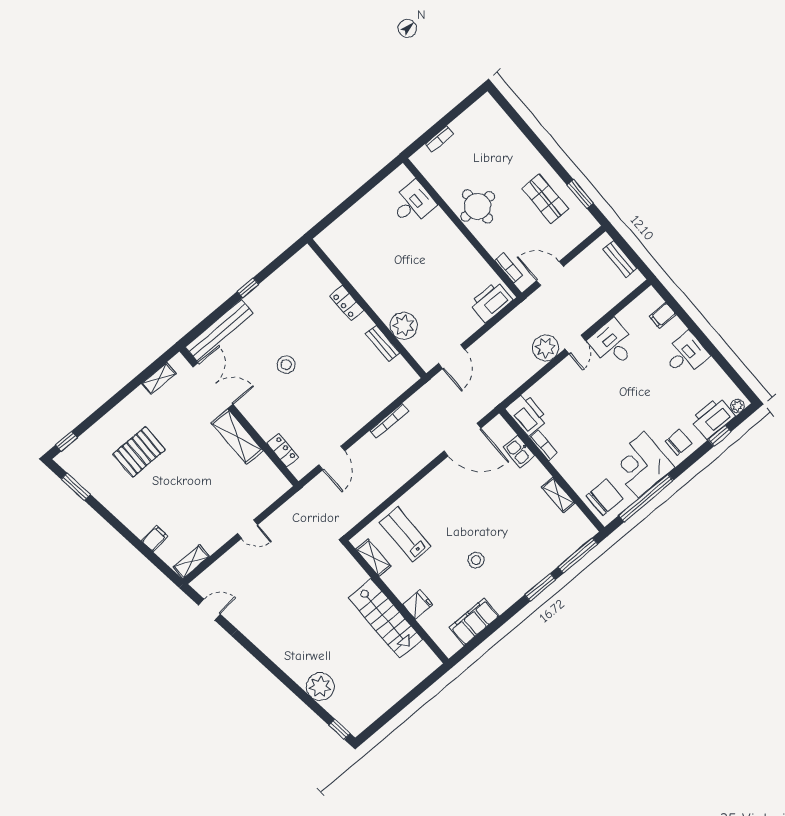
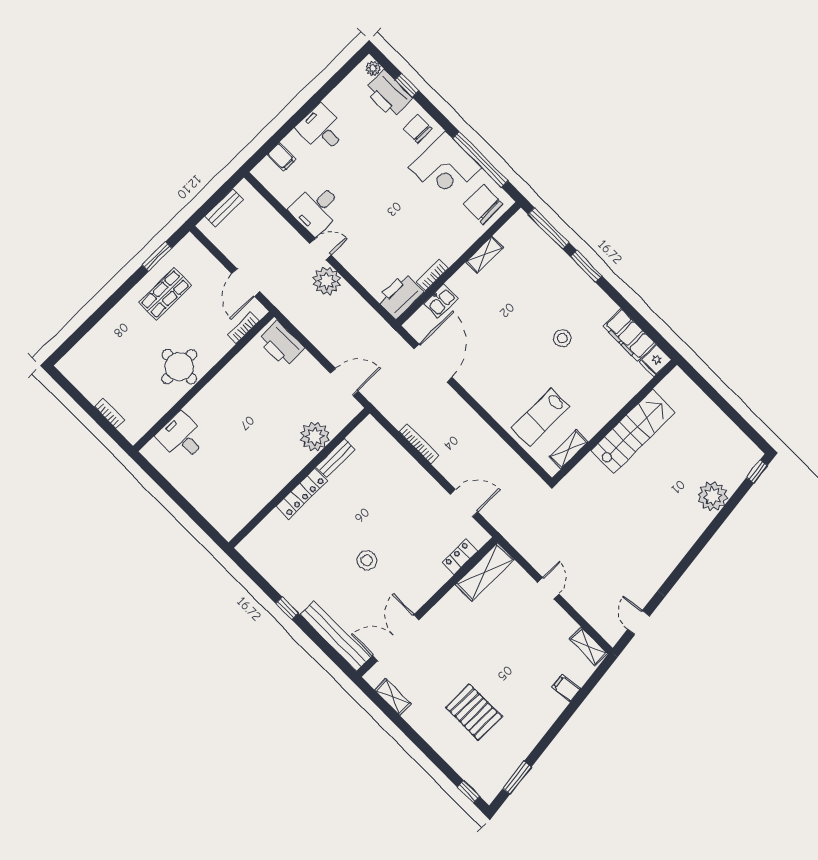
locker: (347, 303) -> (302, 493), width x1.53
shelving: (237, 437) -> (485, 572), moved
fridge: (418, 604) -> (655, 361), moved, turned -90

